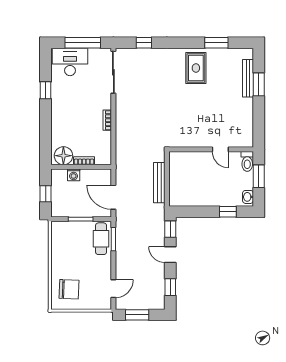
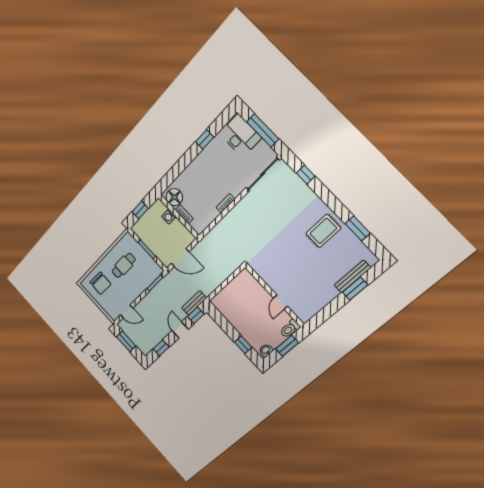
bench: (159, 183) -> (194, 303), moved, width x0.73
door: (113, 197) -> (180, 258), swing flipped
cafe table: (101, 239) -> (124, 265), moved

